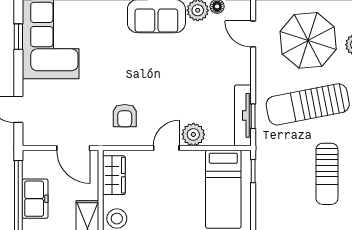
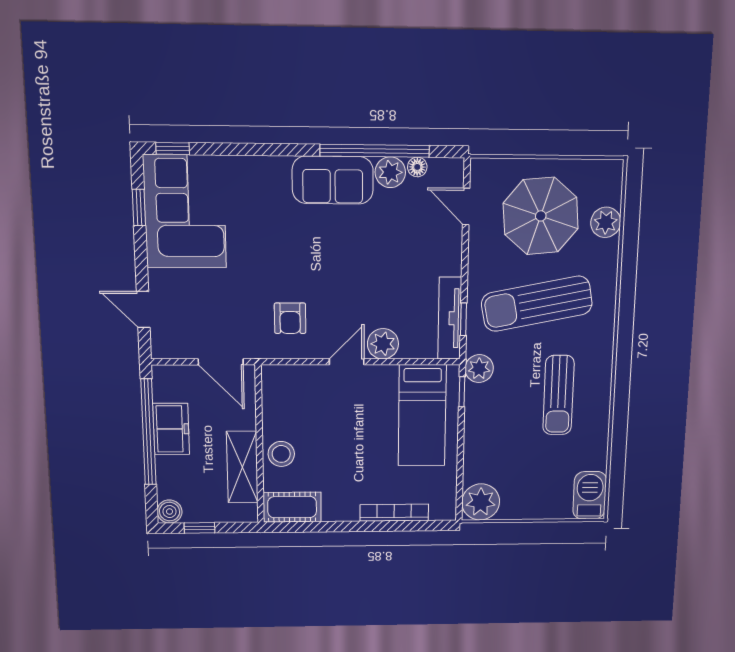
plant: (266, 153) -> (479, 369), added
wardrobe: (114, 175) -> (276, 398), removed

